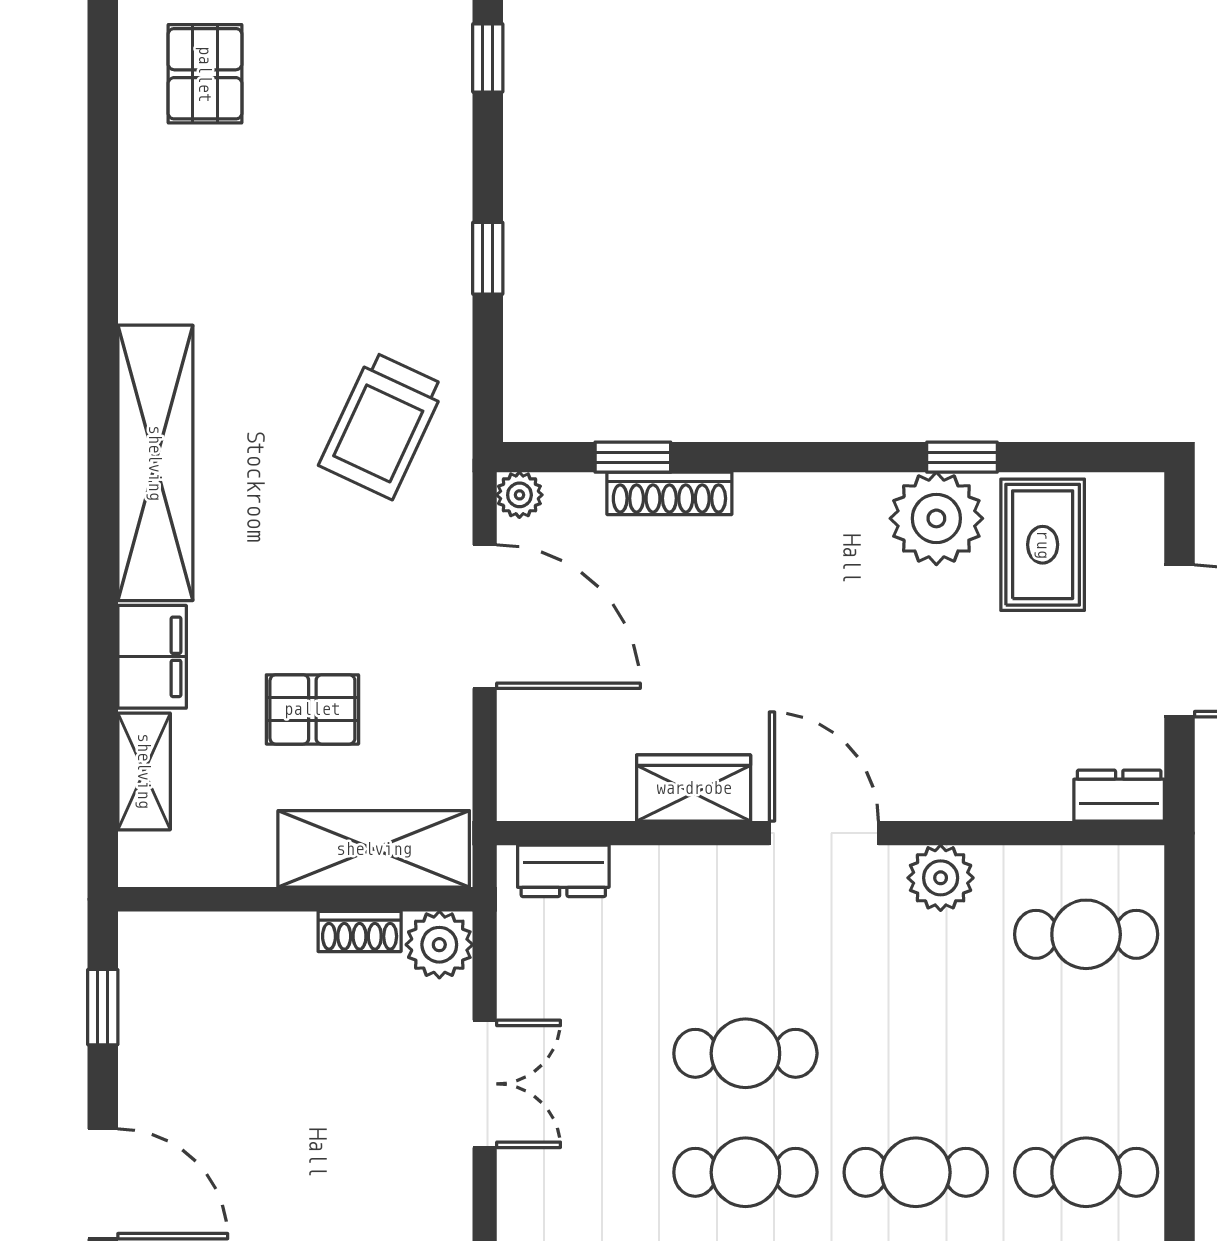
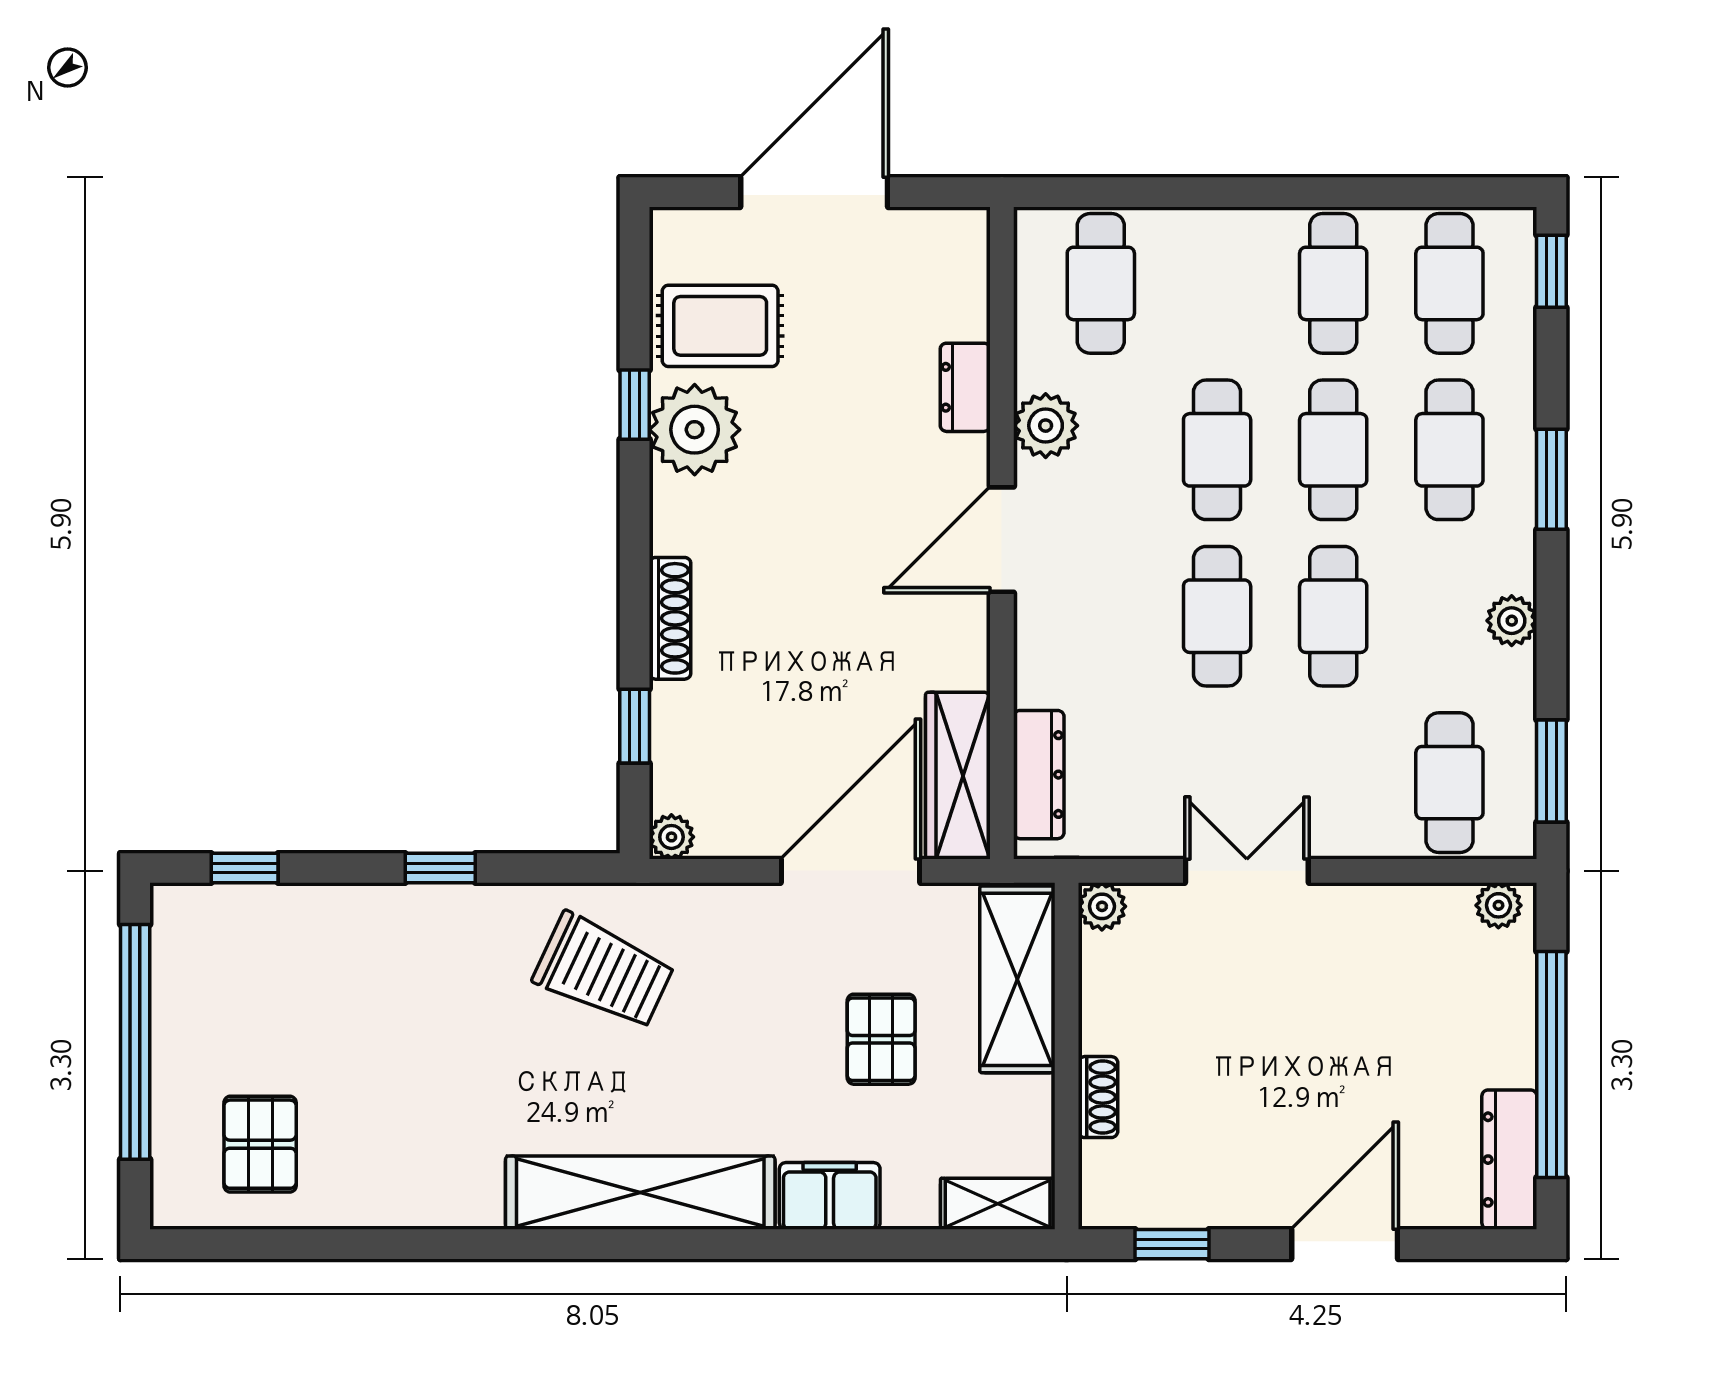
pallet: (205, 74) -> (260, 1144), turned 90
shoe rack: (669, 493) -> (670, 618), moved
door: (485, 617) -> (850, 871), moved
shelving: (144, 771) -> (998, 1204), moved
wardrobe: (694, 788) -> (958, 776), moved, width x1.50
dresser: (1119, 796) -> (965, 387), moved
dresser: (563, 871) -> (1039, 775), width x1.44
shoe rack: (360, 931) -> (1098, 1097), moved
plant: (439, 945) -> (1102, 906), width x0.73, depth x0.73
cafe table: (916, 1053) -> (1217, 450), added

